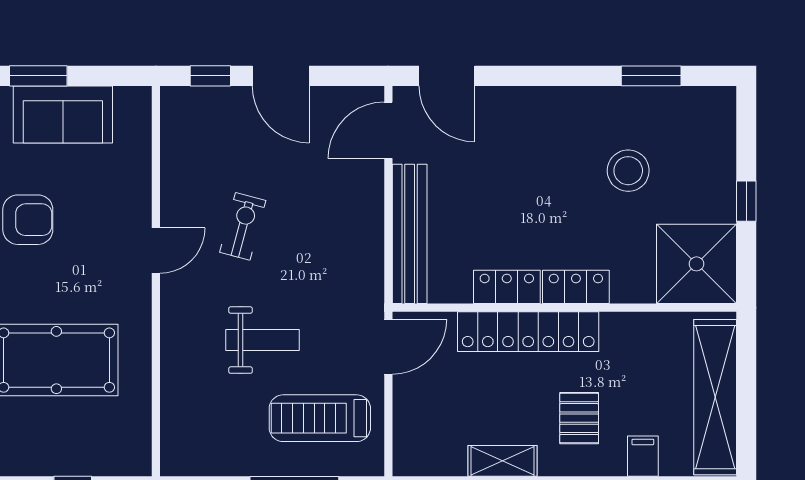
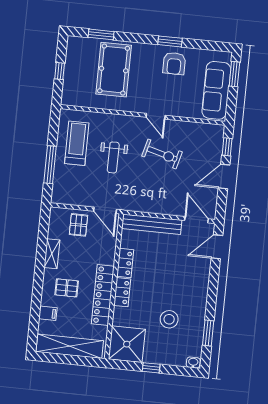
washbasin: (724, 104) -> (193, 362), added
sofa: (63, 114) -> (216, 90), width x1.36
exercise bike: (243, 226) -> (162, 154), width x1.38, depth x1.39
locker: (528, 332) -> (103, 295), moved
pallet: (429, 405) -> (78, 225), added
treadmill: (320, 418) -> (77, 143), moved

